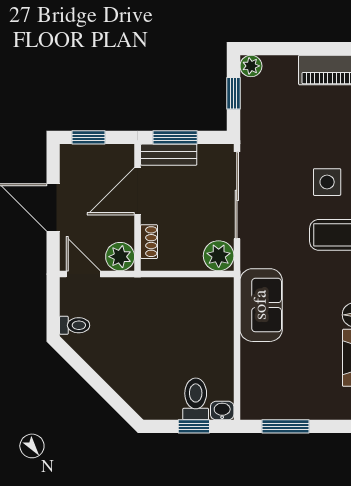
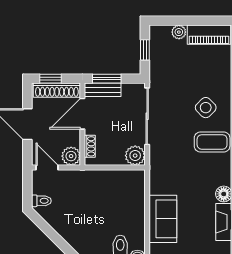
plant: (251, 66) -> (179, 32), moved
shoe rack: (98, 155) -> (57, 90), added
side table: (327, 182) -> (206, 108), turned 45
sofa: (261, 305) -> (163, 219), moved

